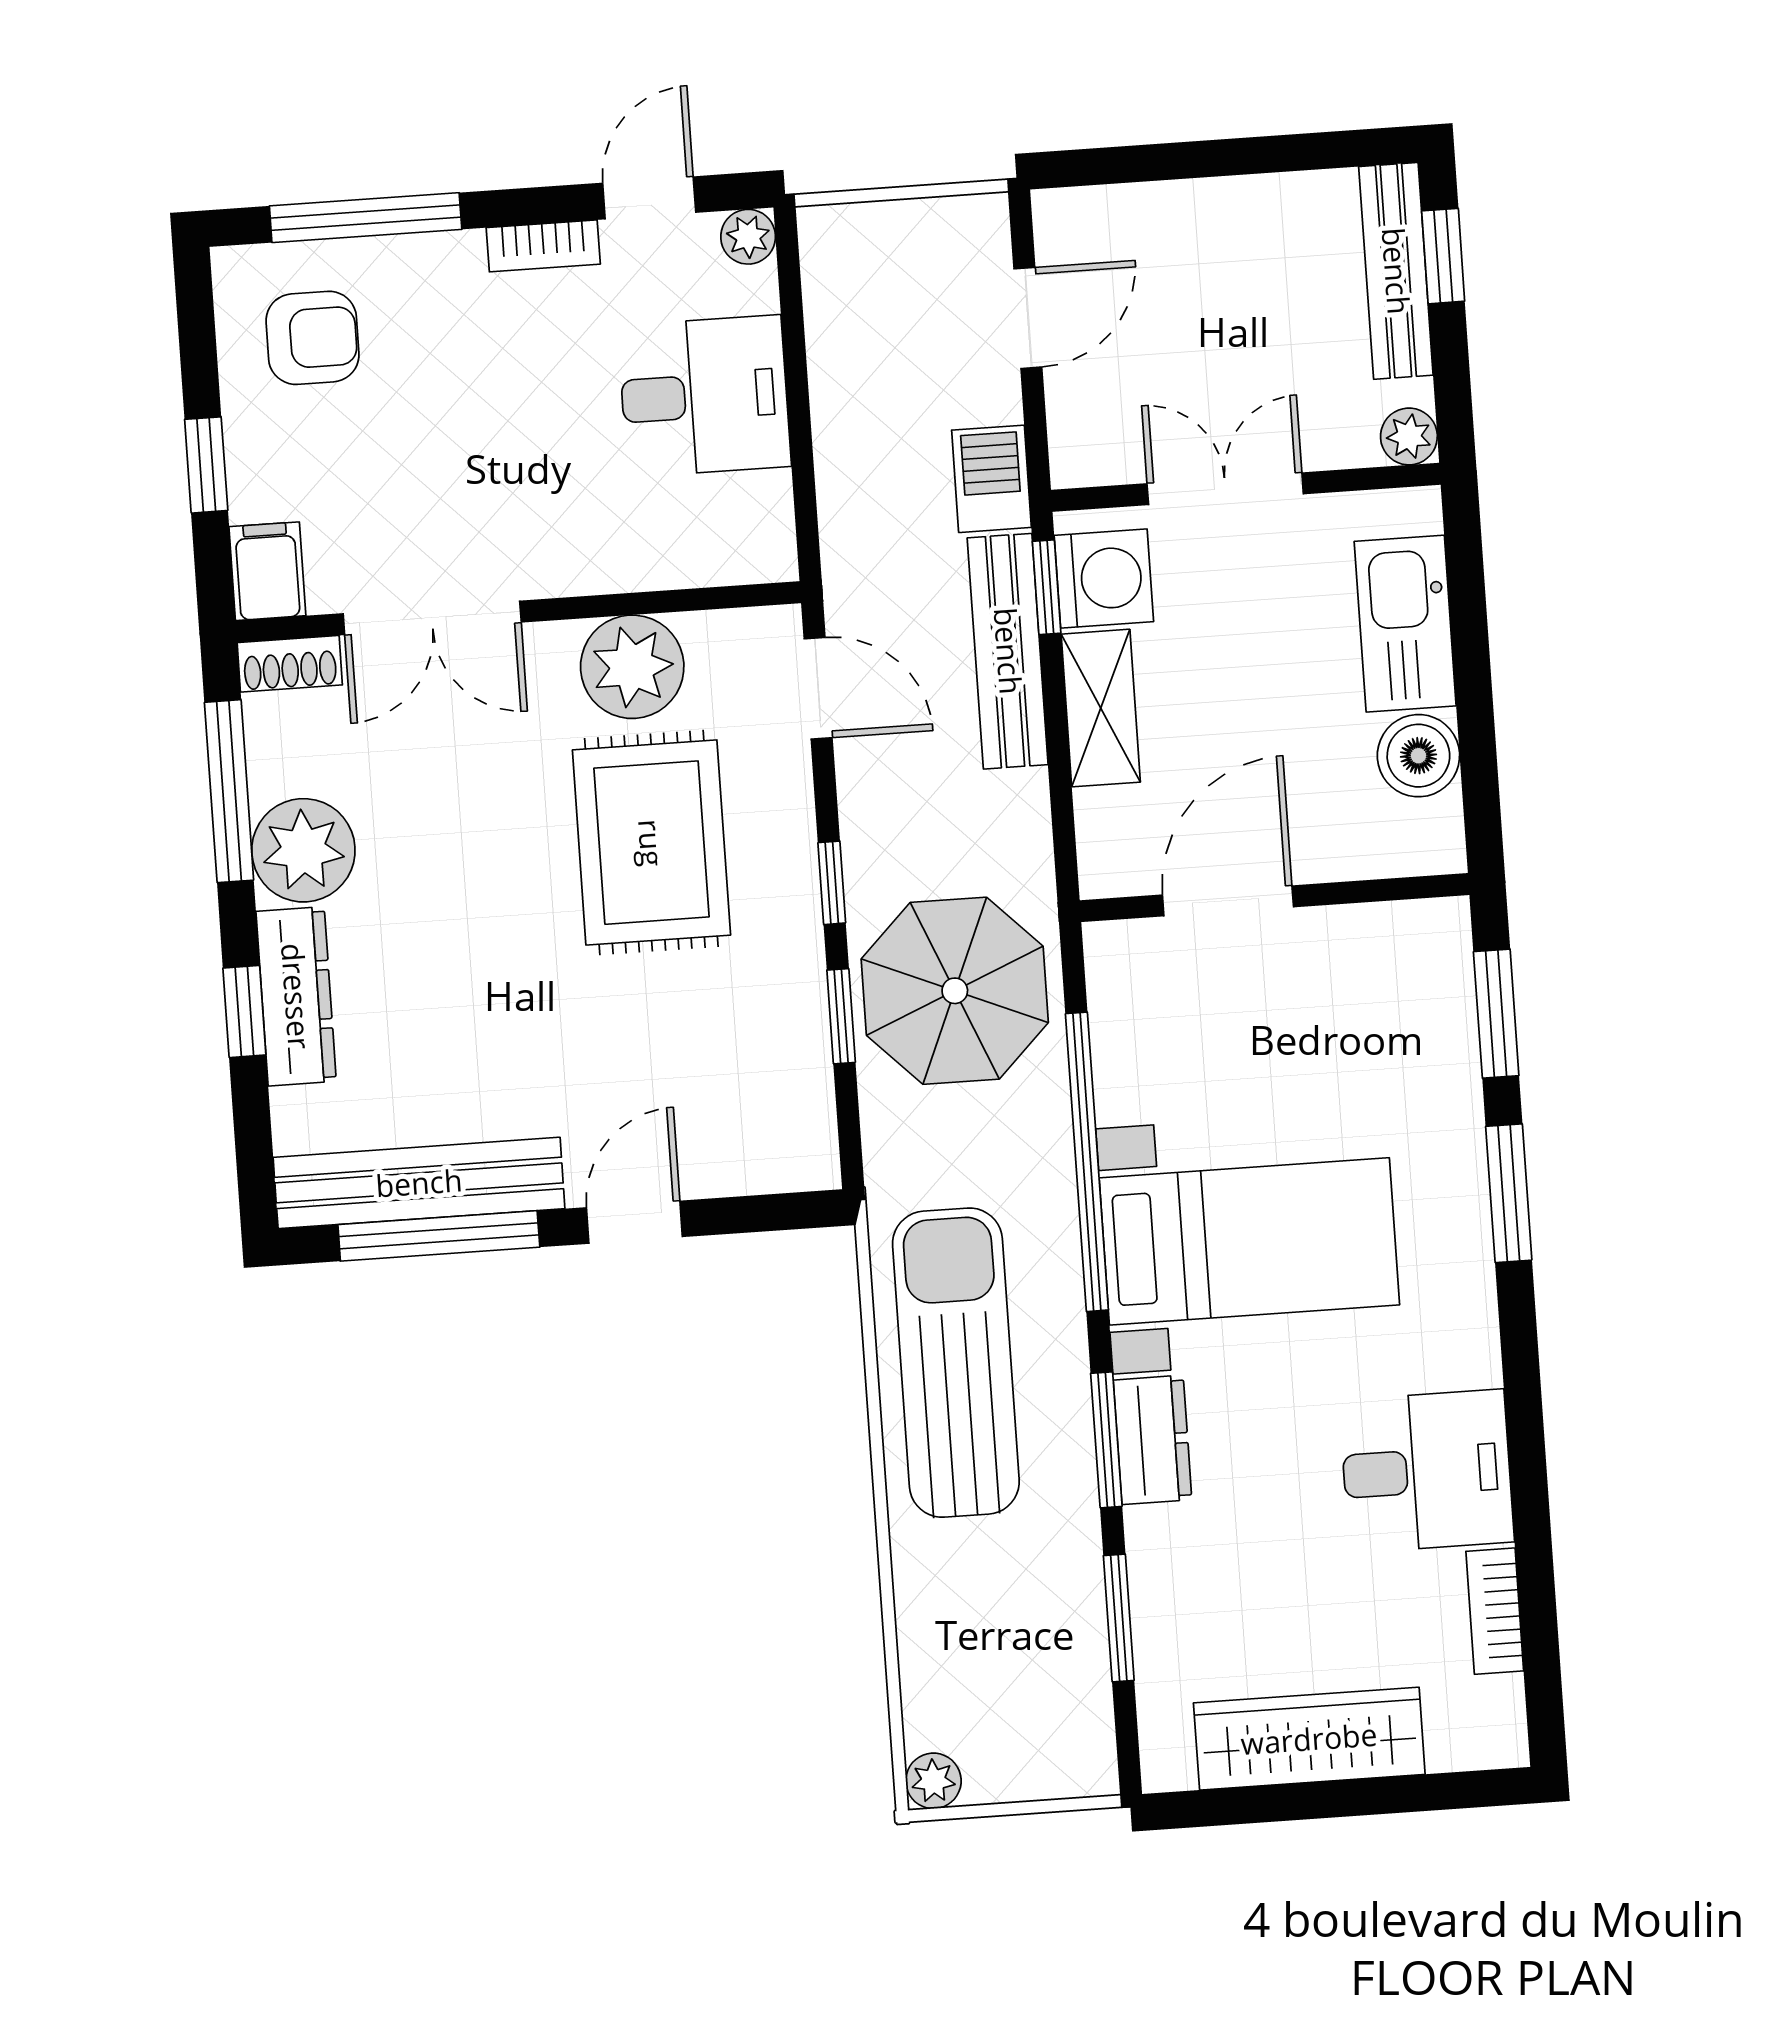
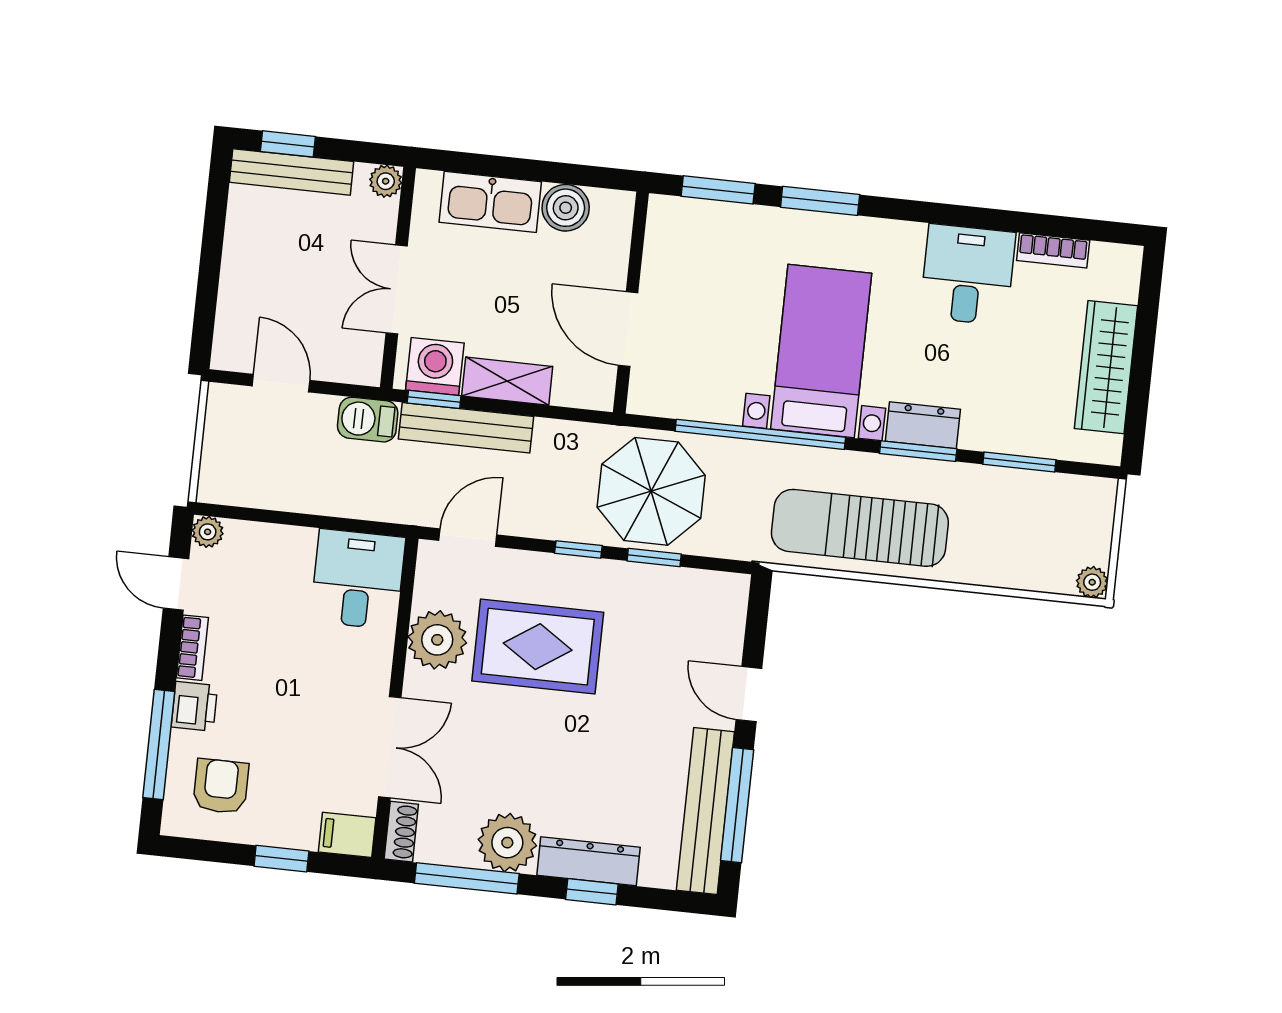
printer: (443, 268) -> (194, 706), added
desk: (704, 396) -> (358, 579), moved

